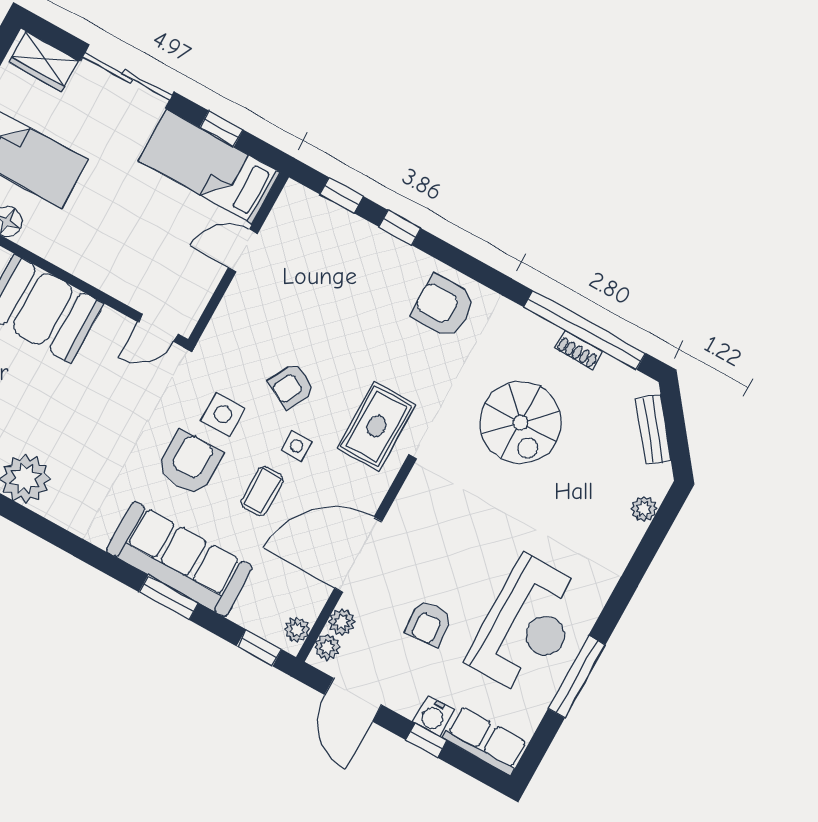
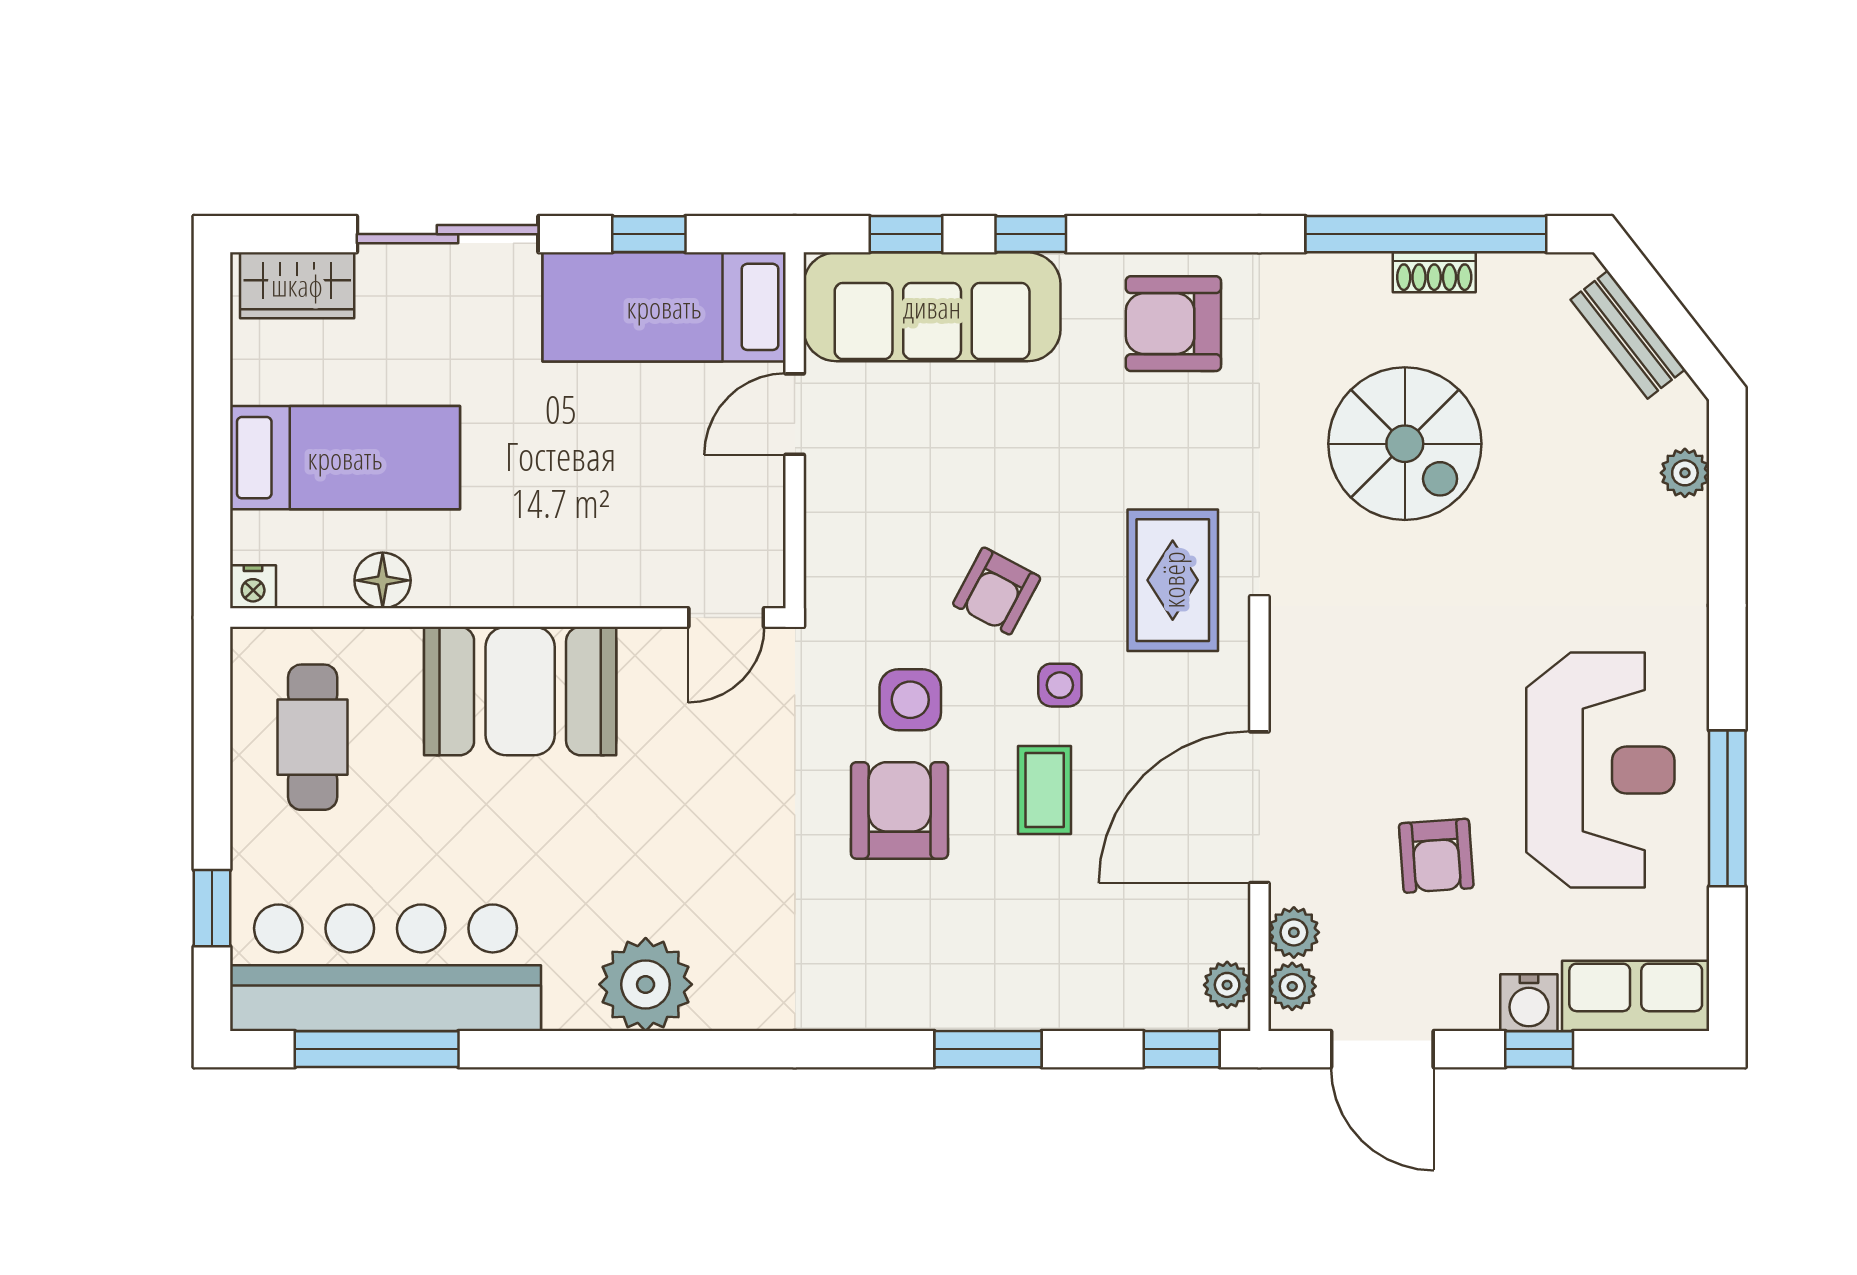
sofa: (179, 559) -> (932, 307), moved, turned 180

